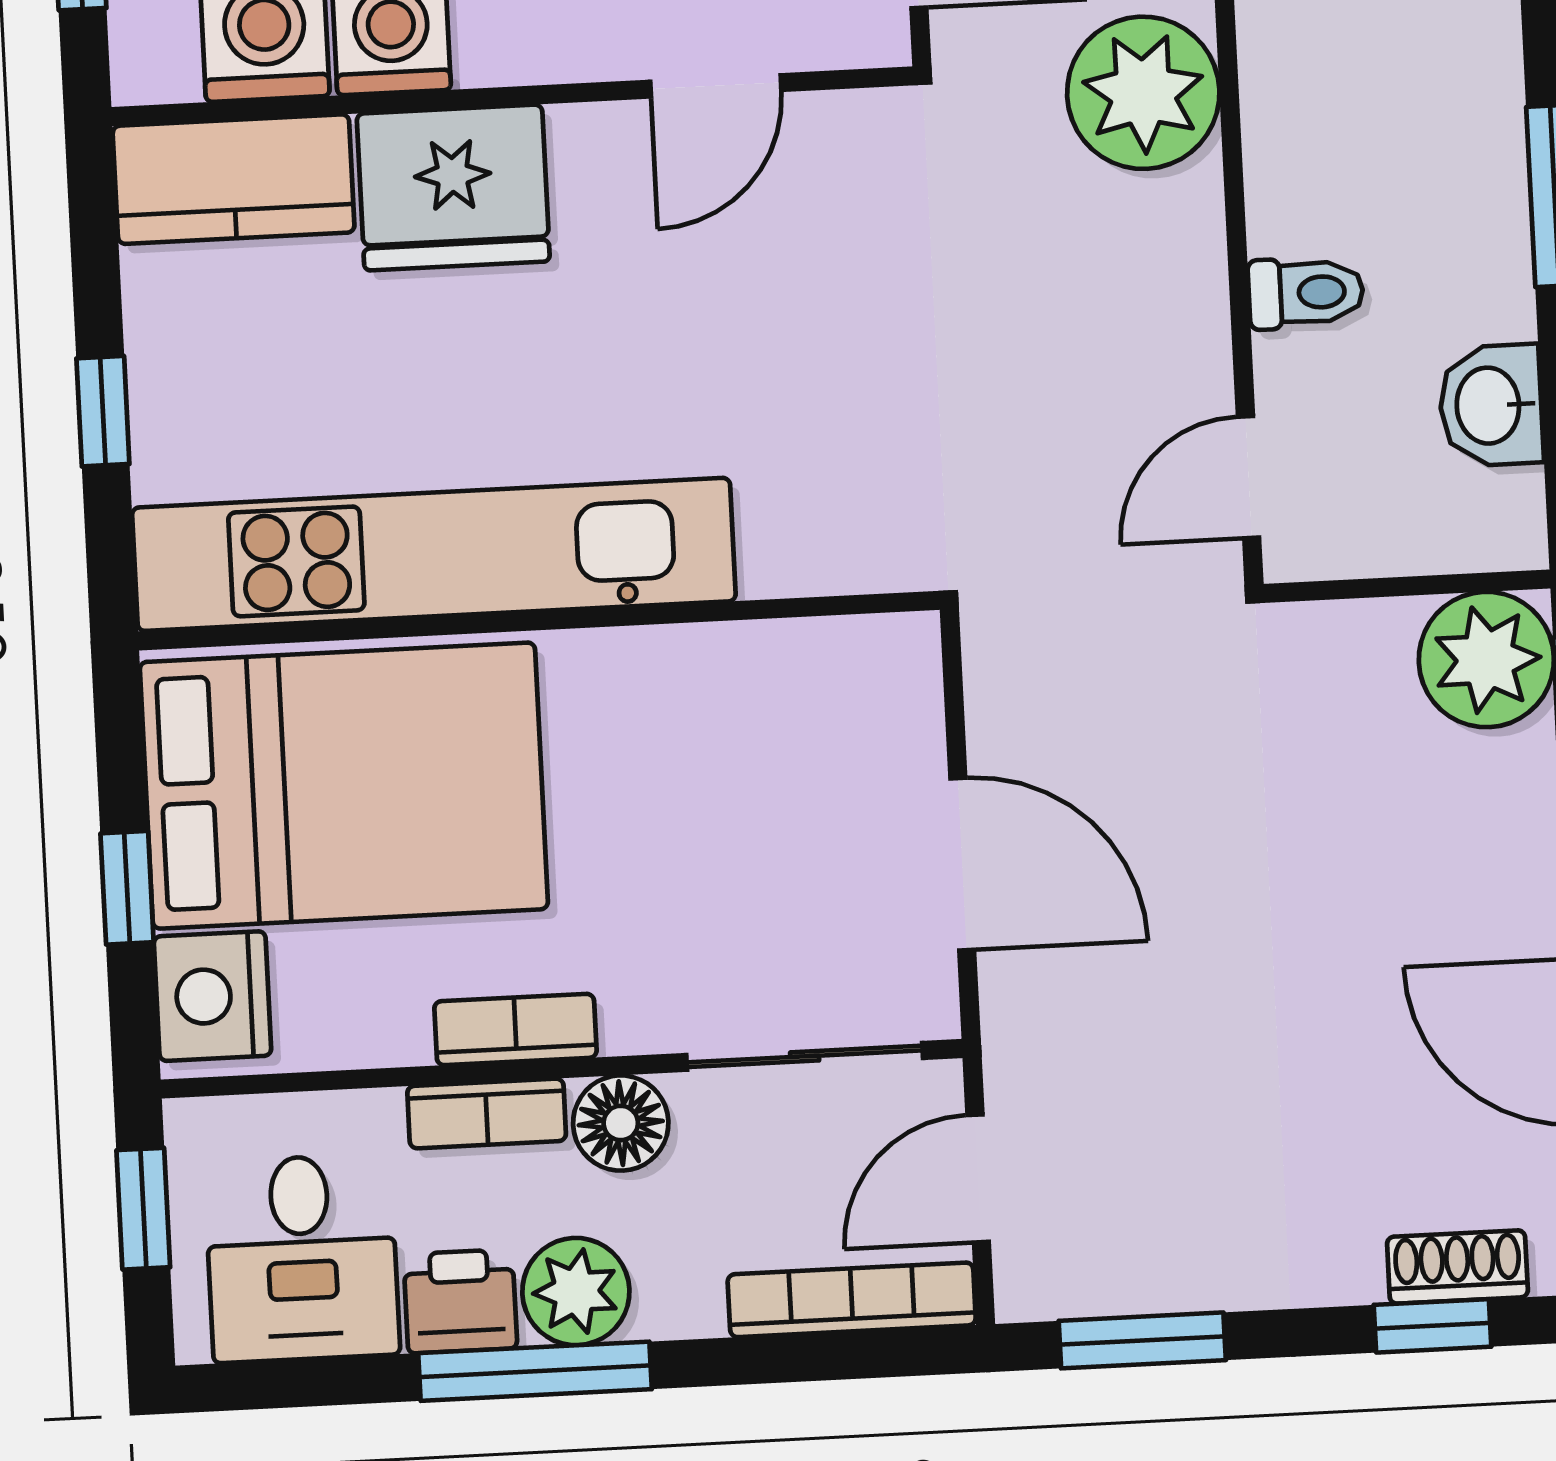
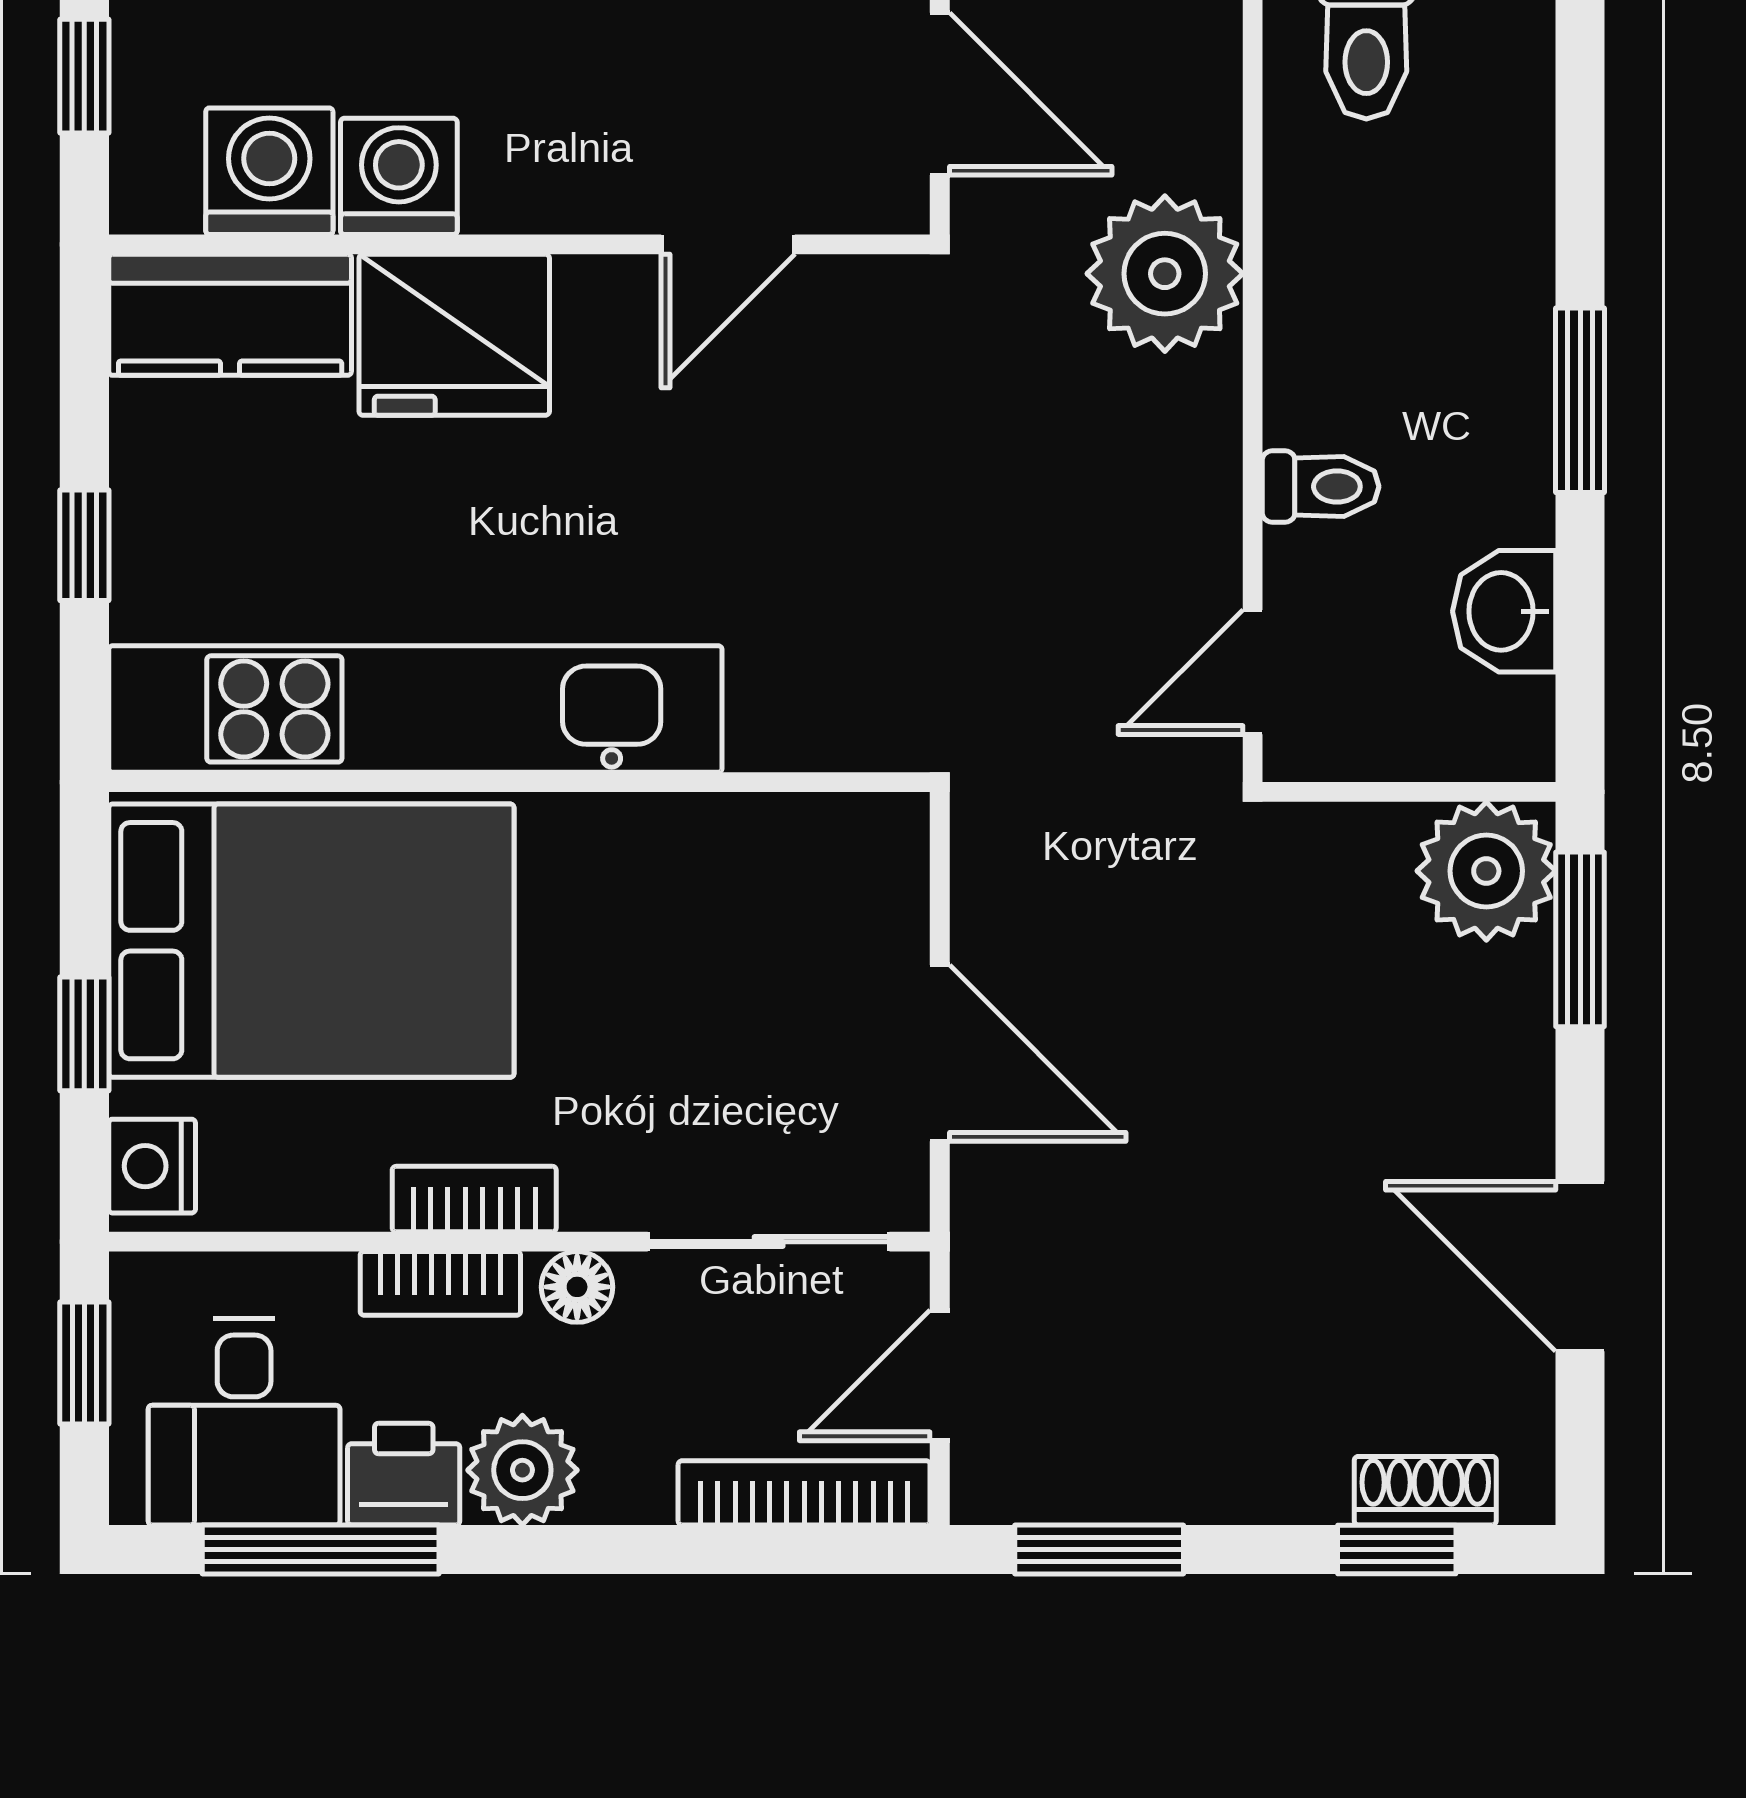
nightstand: (213, 996) -> (152, 1166), width x0.74, depth x0.75
floor lamp: (621, 1123) -> (577, 1287), width x0.73, depth x0.73
window: (535, 1371) -> (321, 1549), moved

